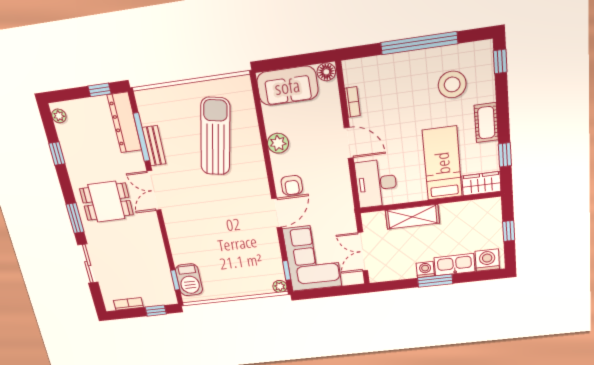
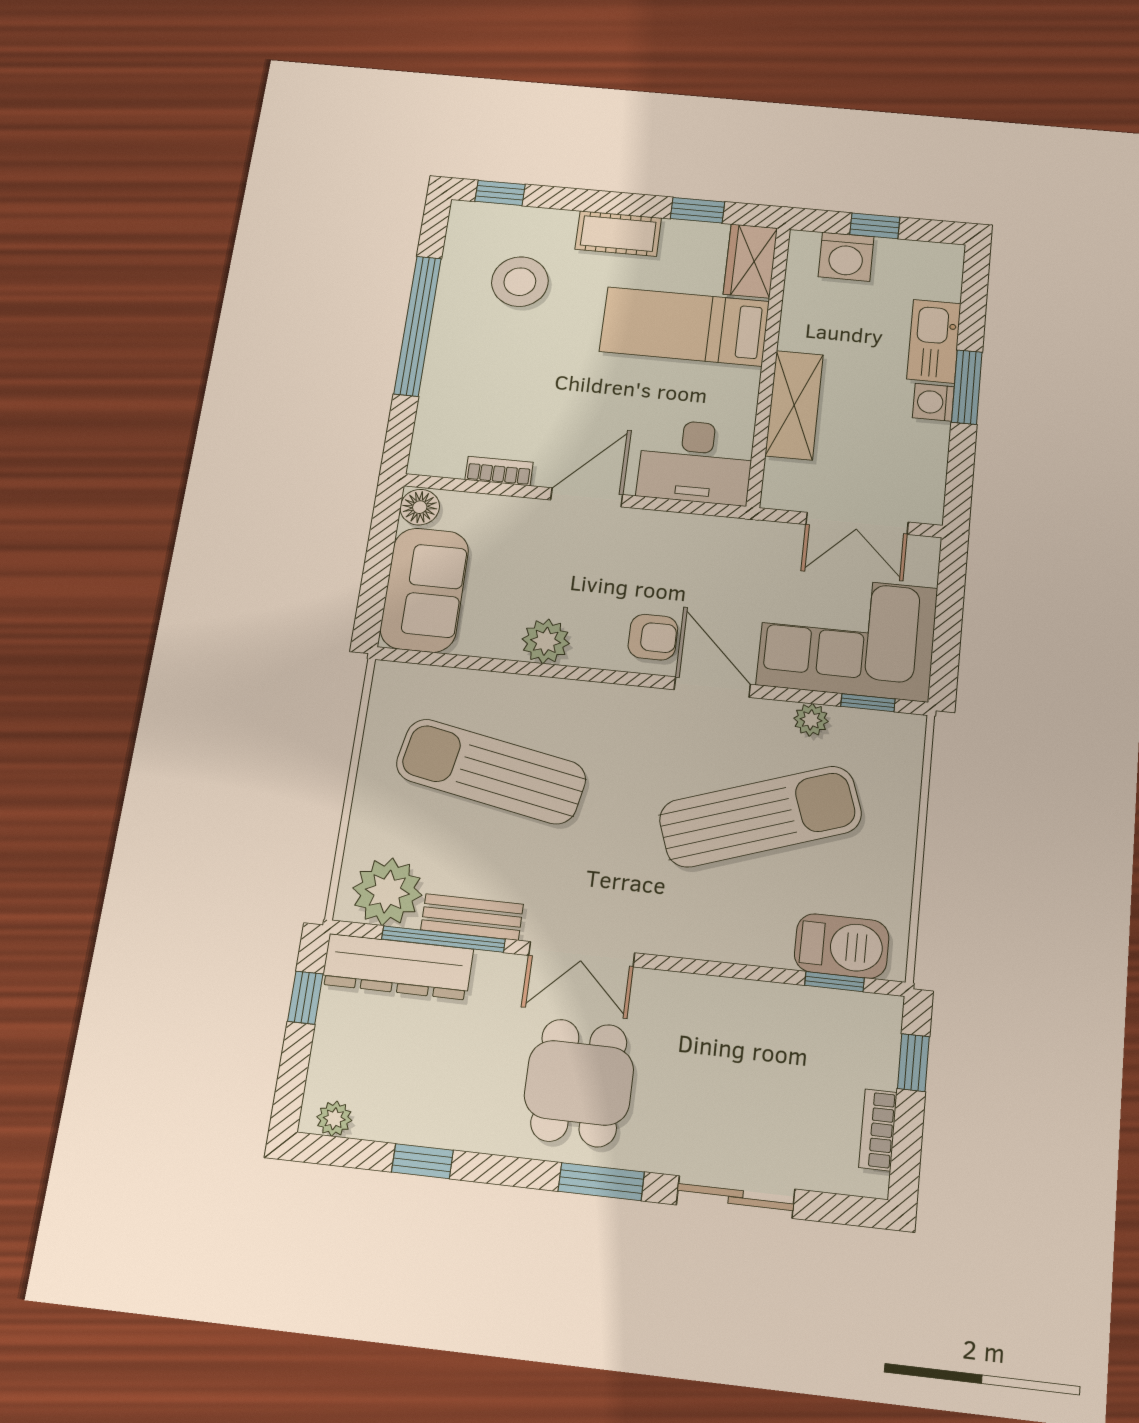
plant: (153, 110) -> (387, 892), added
sun lounger: (229, 242) -> (760, 817), added
washing machine: (487, 260) -> (846, 257), moved, turned -90
plant: (280, 286) -> (811, 720), moved

